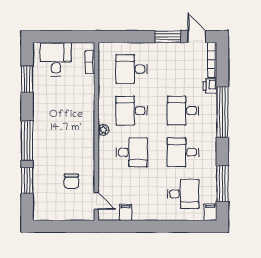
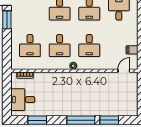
desk: (132, 152) -> (89, 46), turned 180
chair: (71, 181) -> (110, 88), removed

